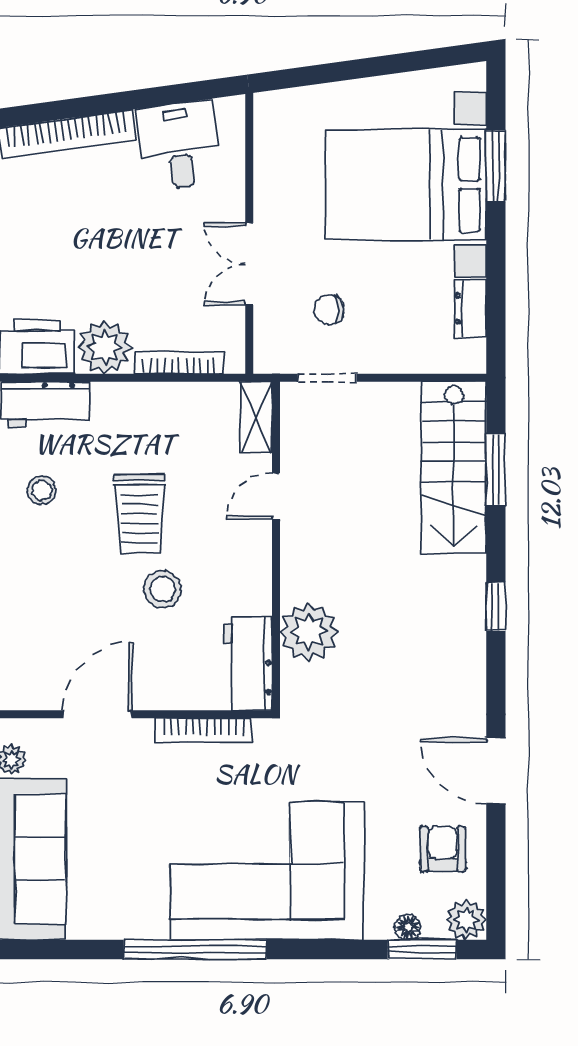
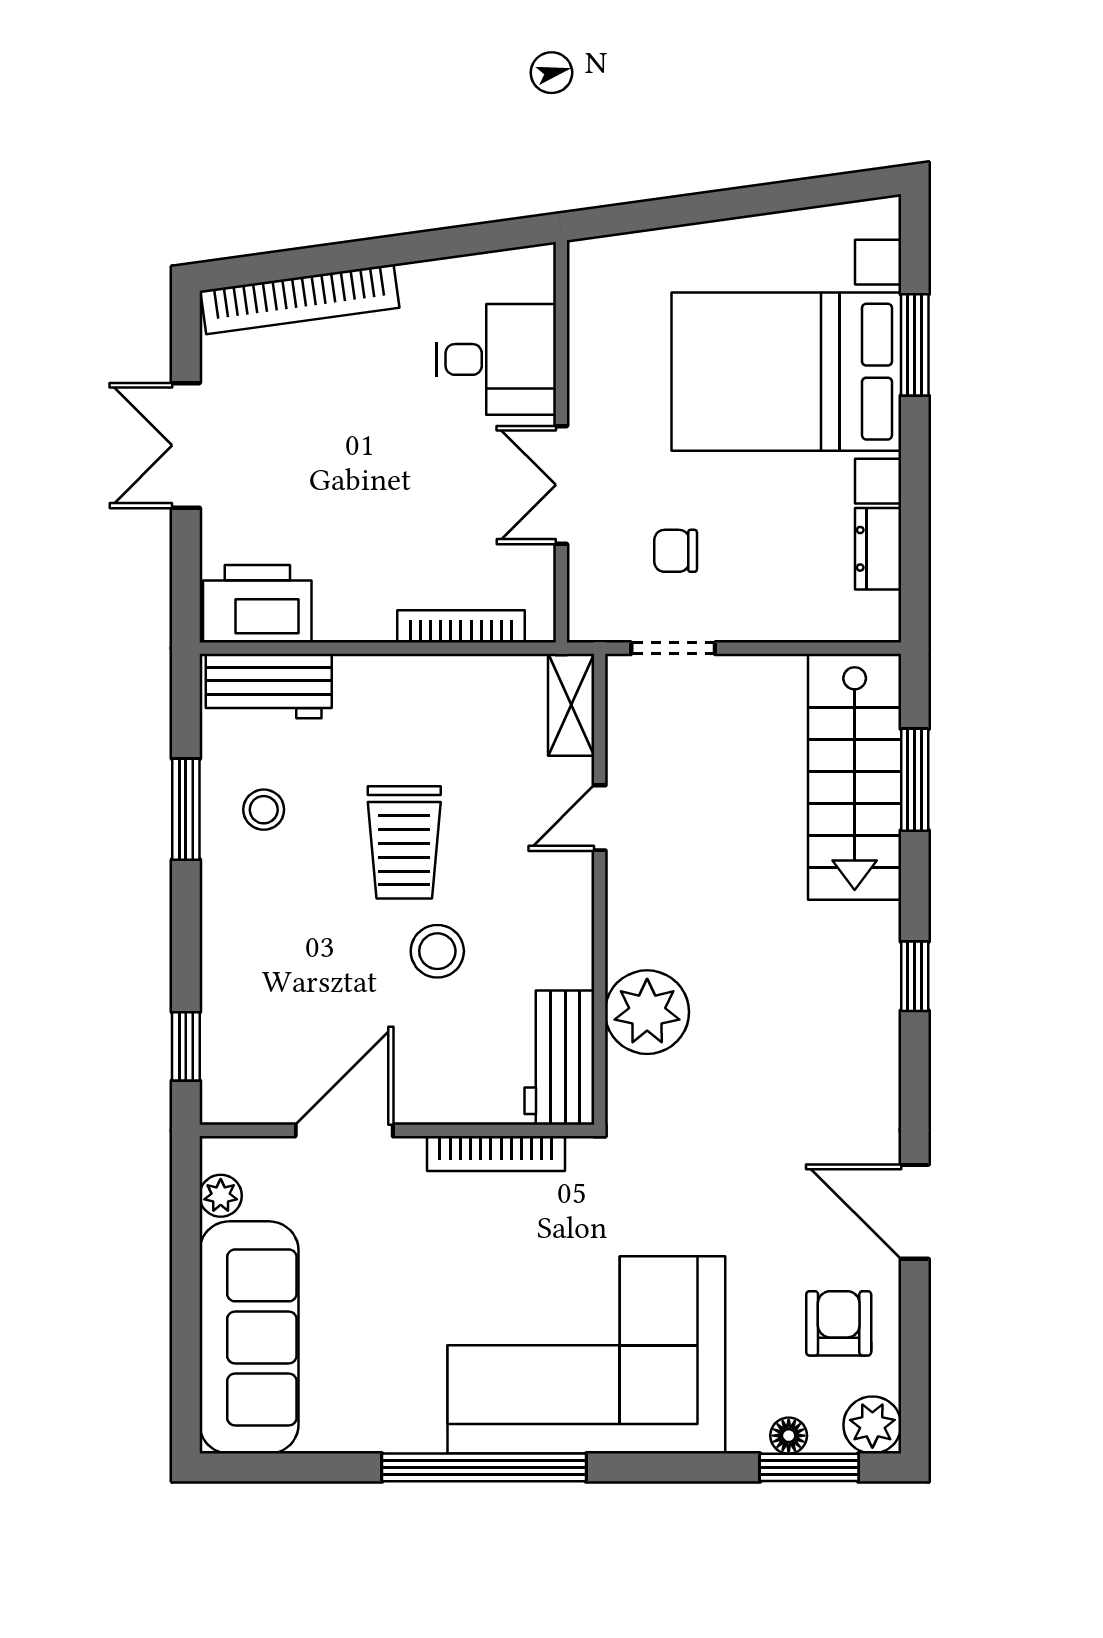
desk: (179, 145) -> (496, 359), moved, turned 98
plant: (105, 347) -> (354, 604), removed

